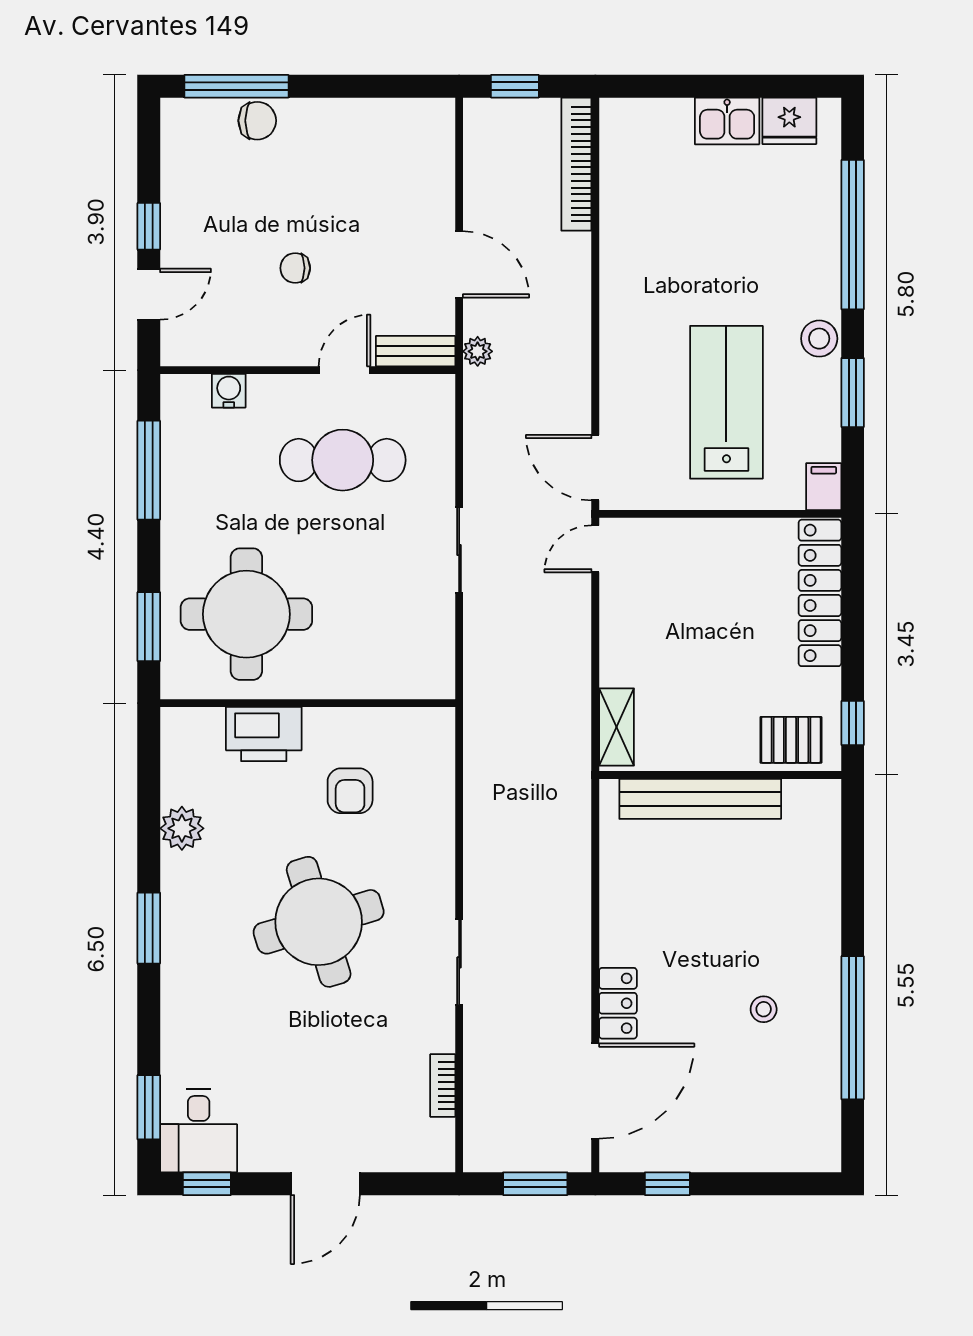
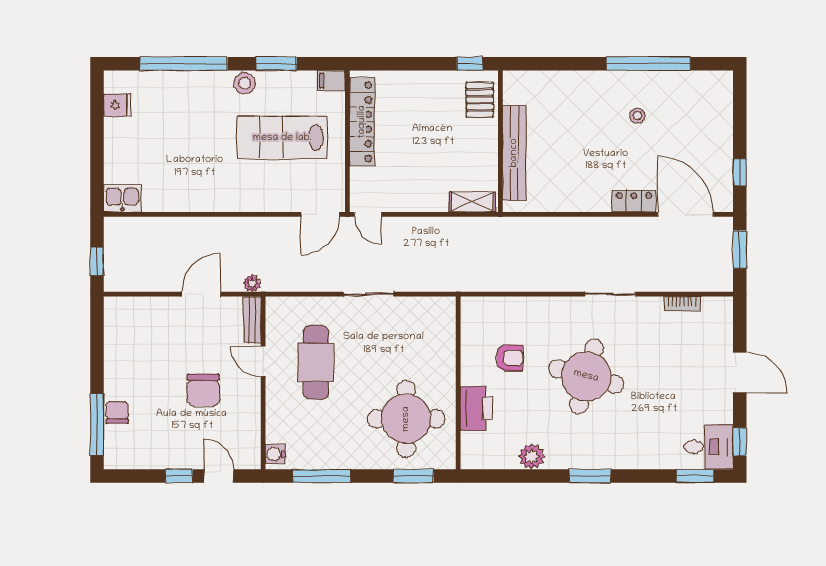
kitchen sink: (727, 121) -> (122, 198), moved, turned -90
fridge: (789, 121) -> (117, 105), width x0.72
bookcase: (576, 164) -> (143, 225), removed
chair: (295, 268) -> (203, 390), width x1.87, depth x1.87
water cooler: (229, 391) -> (275, 454), moved
locker: (820, 593) -> (362, 122), moved, turned -90
round table: (319, 922) -> (586, 376), turned 32

